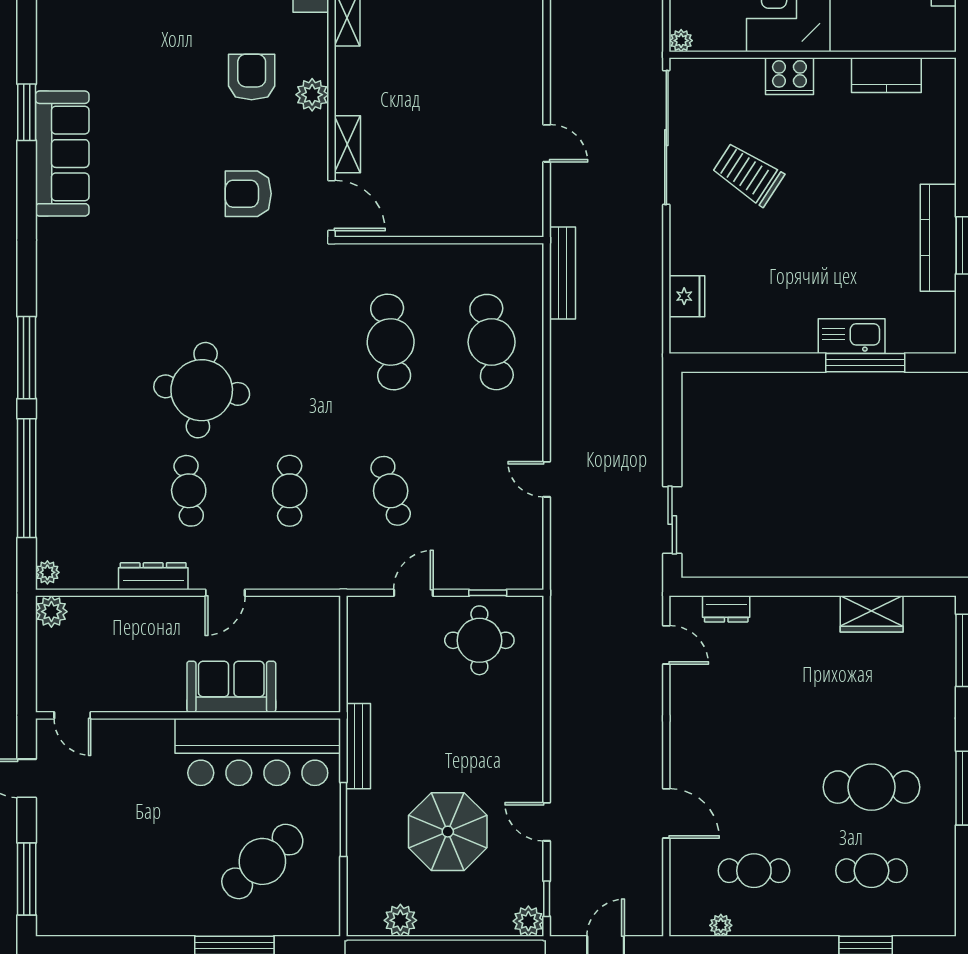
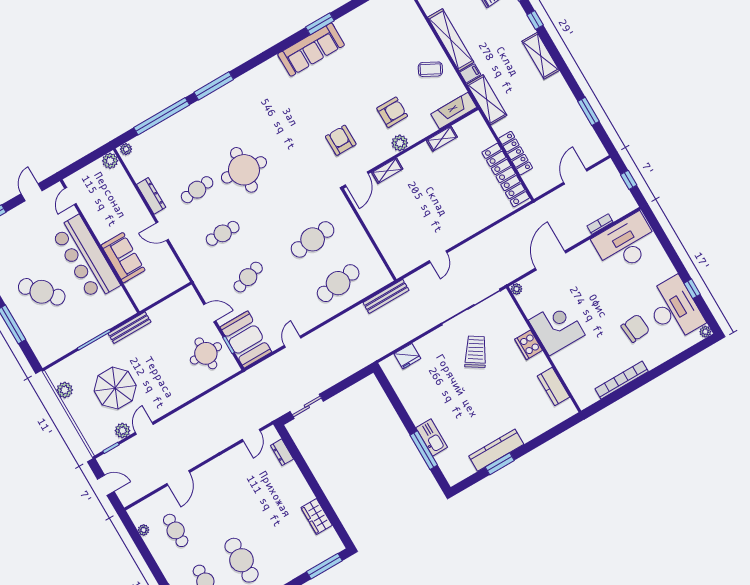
booth: (496, 558) -> (246, 339), added
bar counter: (258, 752) -> (85, 258), moved
cafe table: (262, 861) -> (42, 292), moved
plant: (528, 921) -> (122, 431), moved

